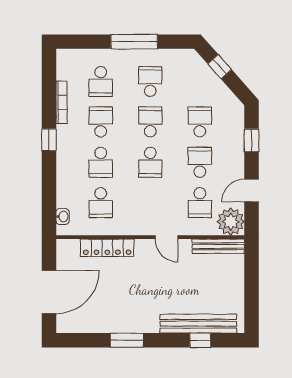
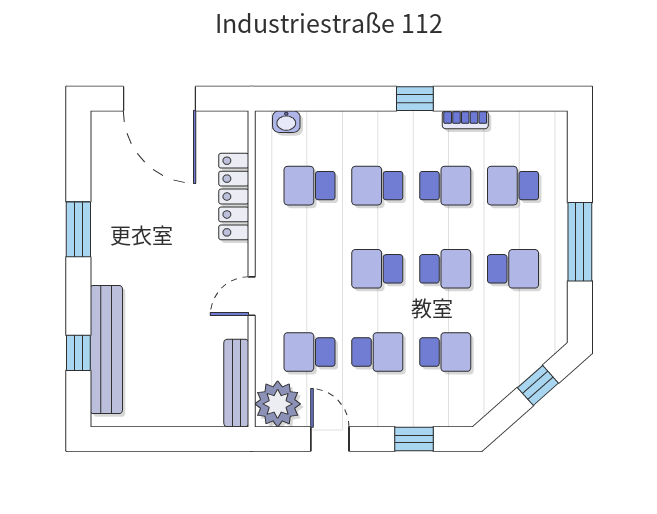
bookcase: (61, 102) -> (465, 120), width x0.64

